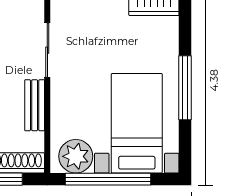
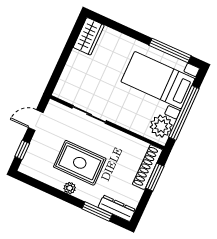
window: (185, 88) -> (170, 50), moved
bench: (35, 105) -> (119, 137), removed

